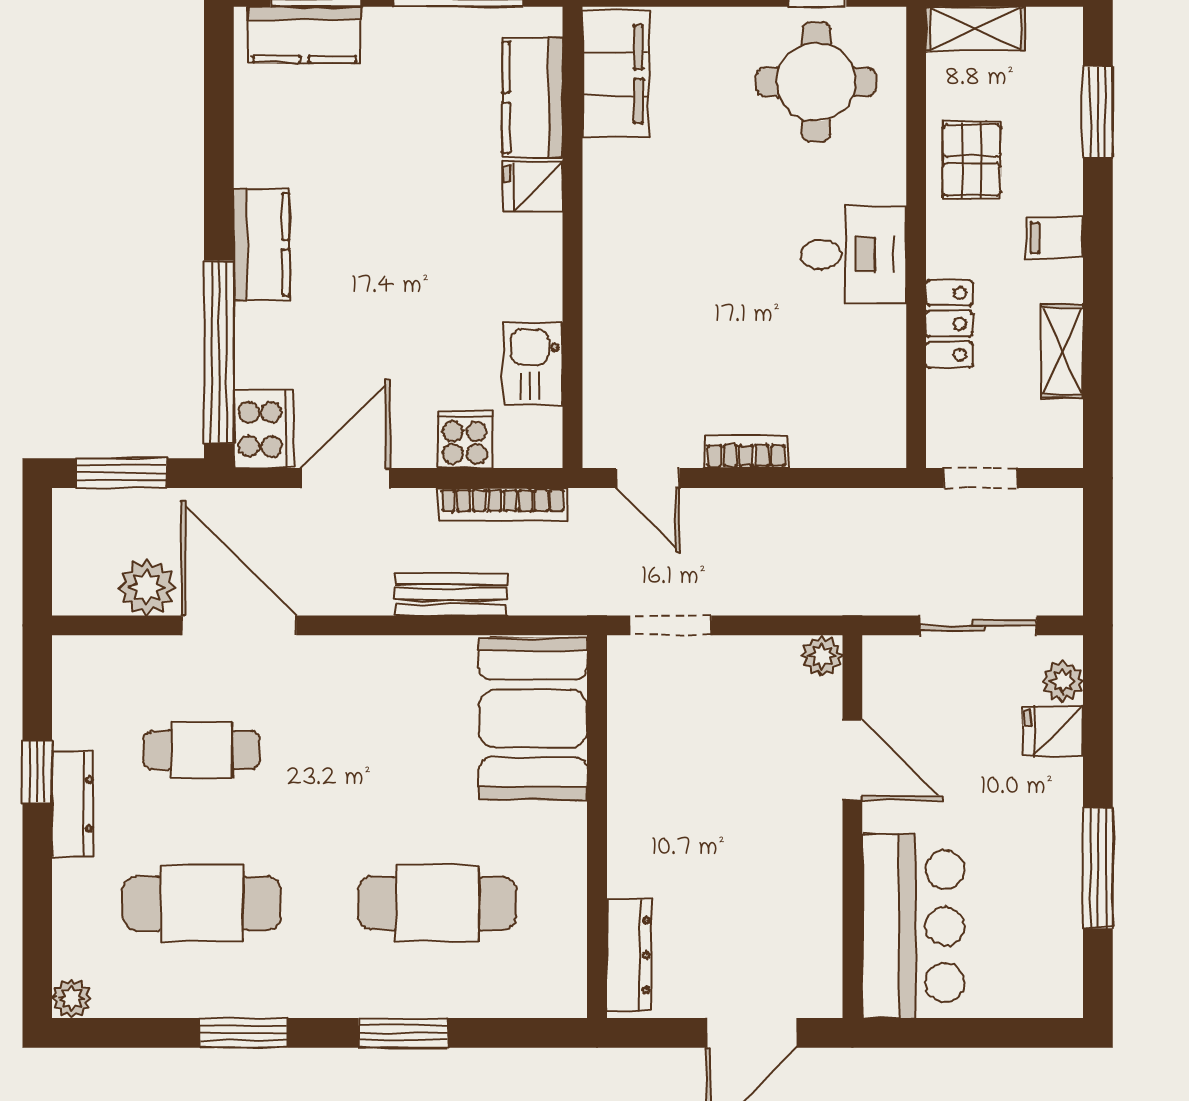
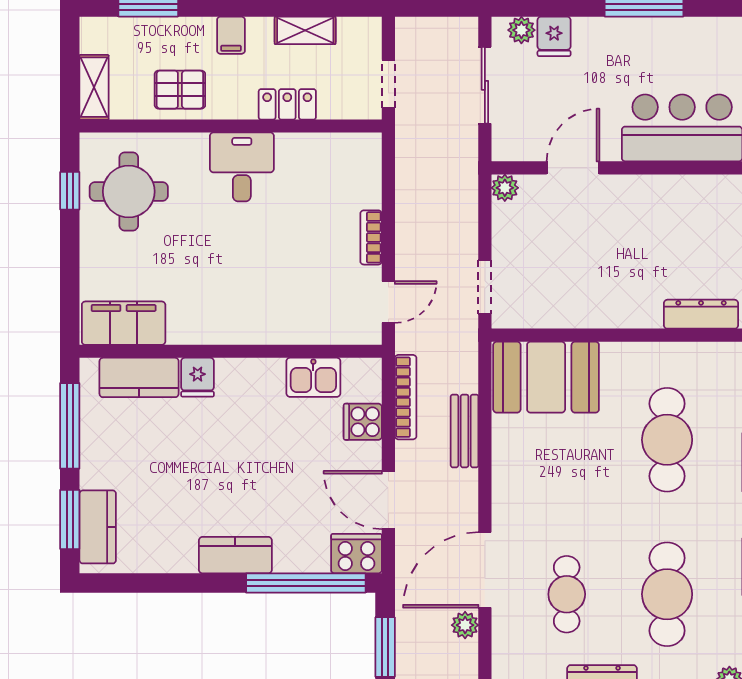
plant: (147, 587) -> (465, 625), width x0.73, depth x0.73

